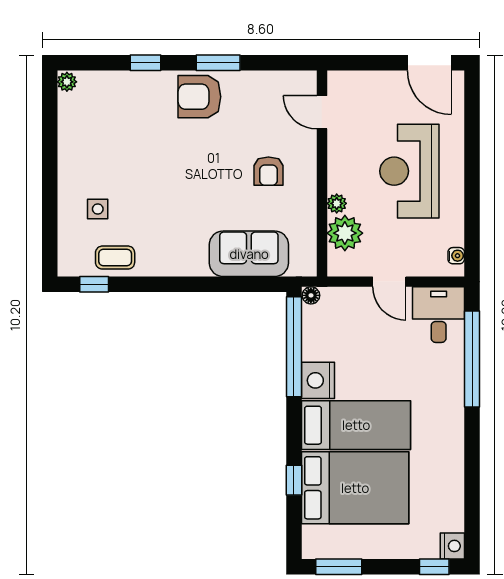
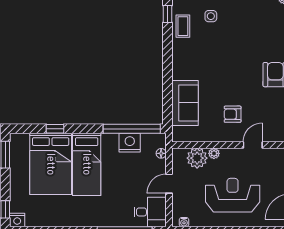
door: (322, 112) -> (253, 145), moved
floor lamp: (311, 295) -> (161, 153), moved
nightstand: (318, 380) -> (130, 143), moved

